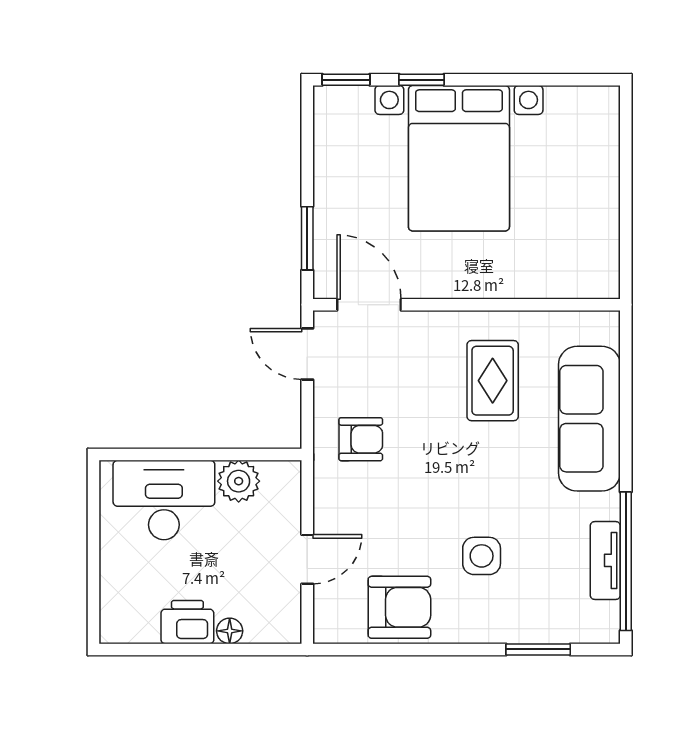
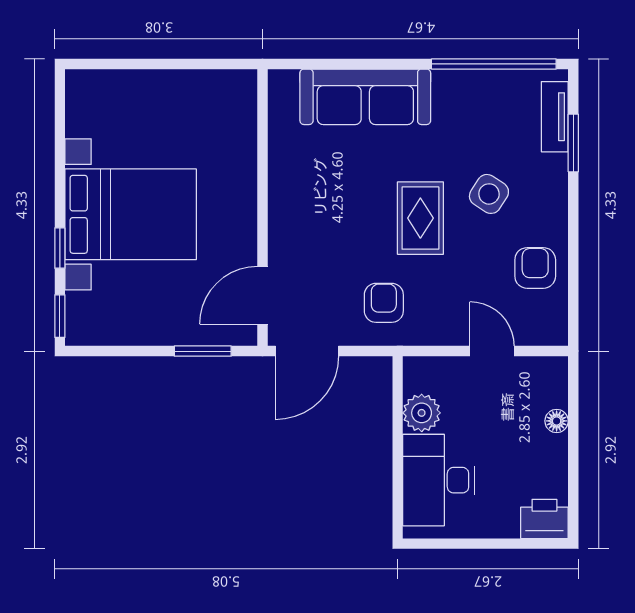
door: (307, 354) -> (307, 351), width x1.38
rug: (493, 381) -> (420, 218), moved, turned 90
side table: (482, 556) -> (489, 194), turned 33
tv unit: (605, 560) -> (555, 117), moved, turned 90
armchair: (399, 607) -> (535, 268), width x0.72, depth x0.72
printer: (187, 622) -> (544, 519), moved, turned 90

